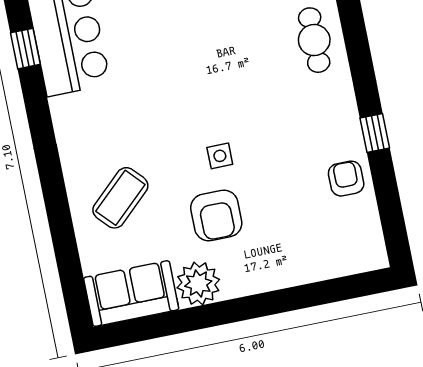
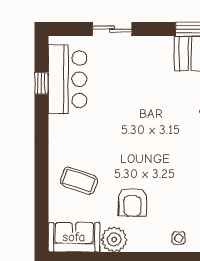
side table: (220, 156) -> (179, 238), moved
coffee table: (120, 198) -> (79, 181), turned 62

